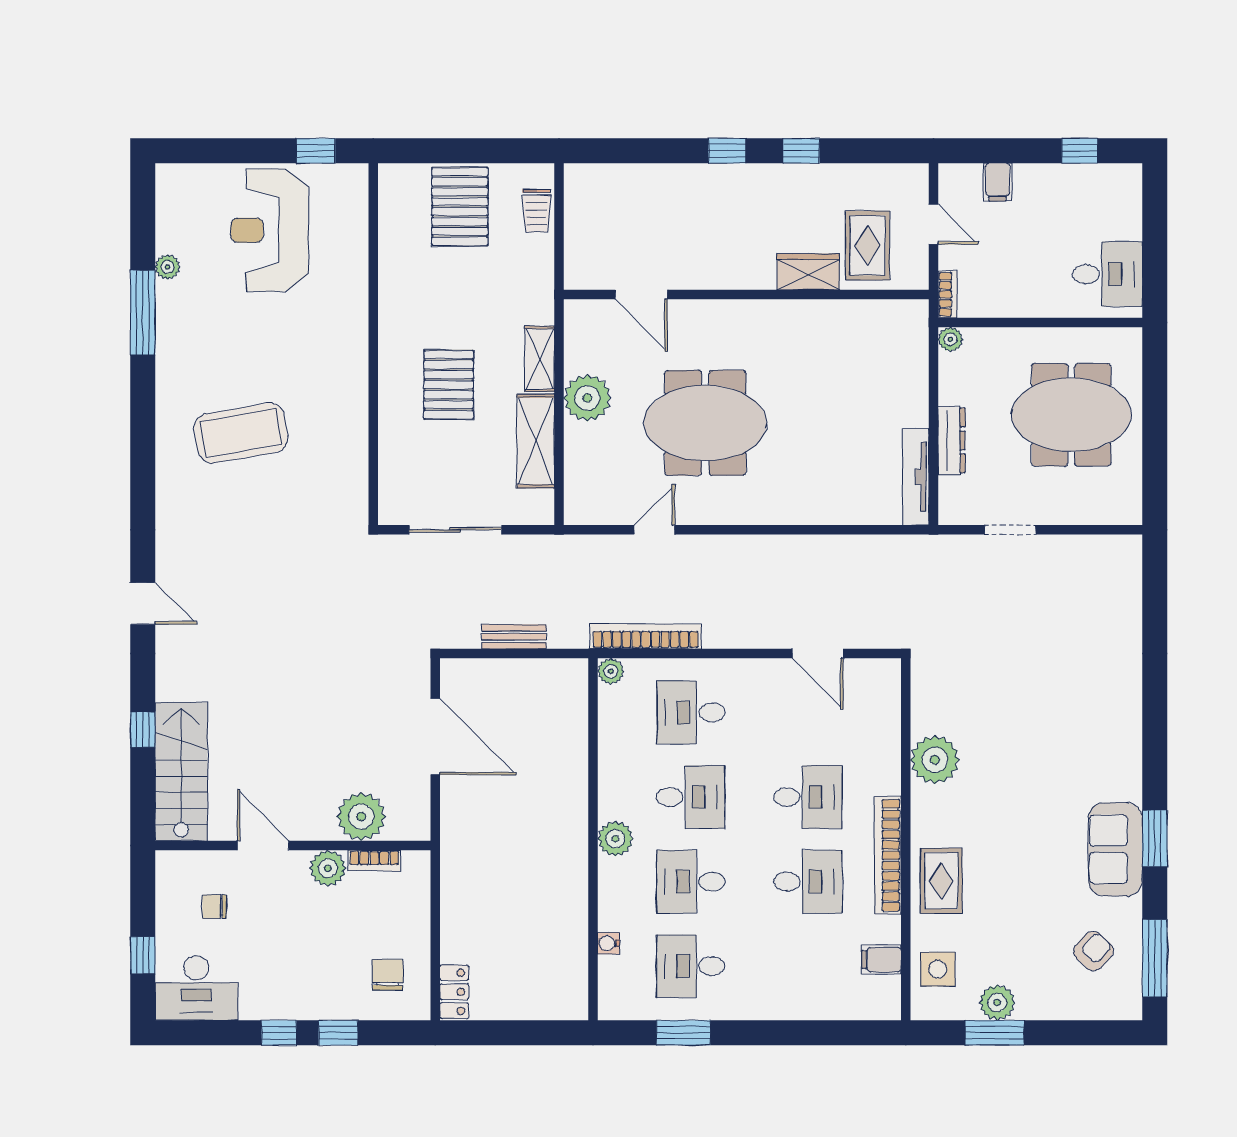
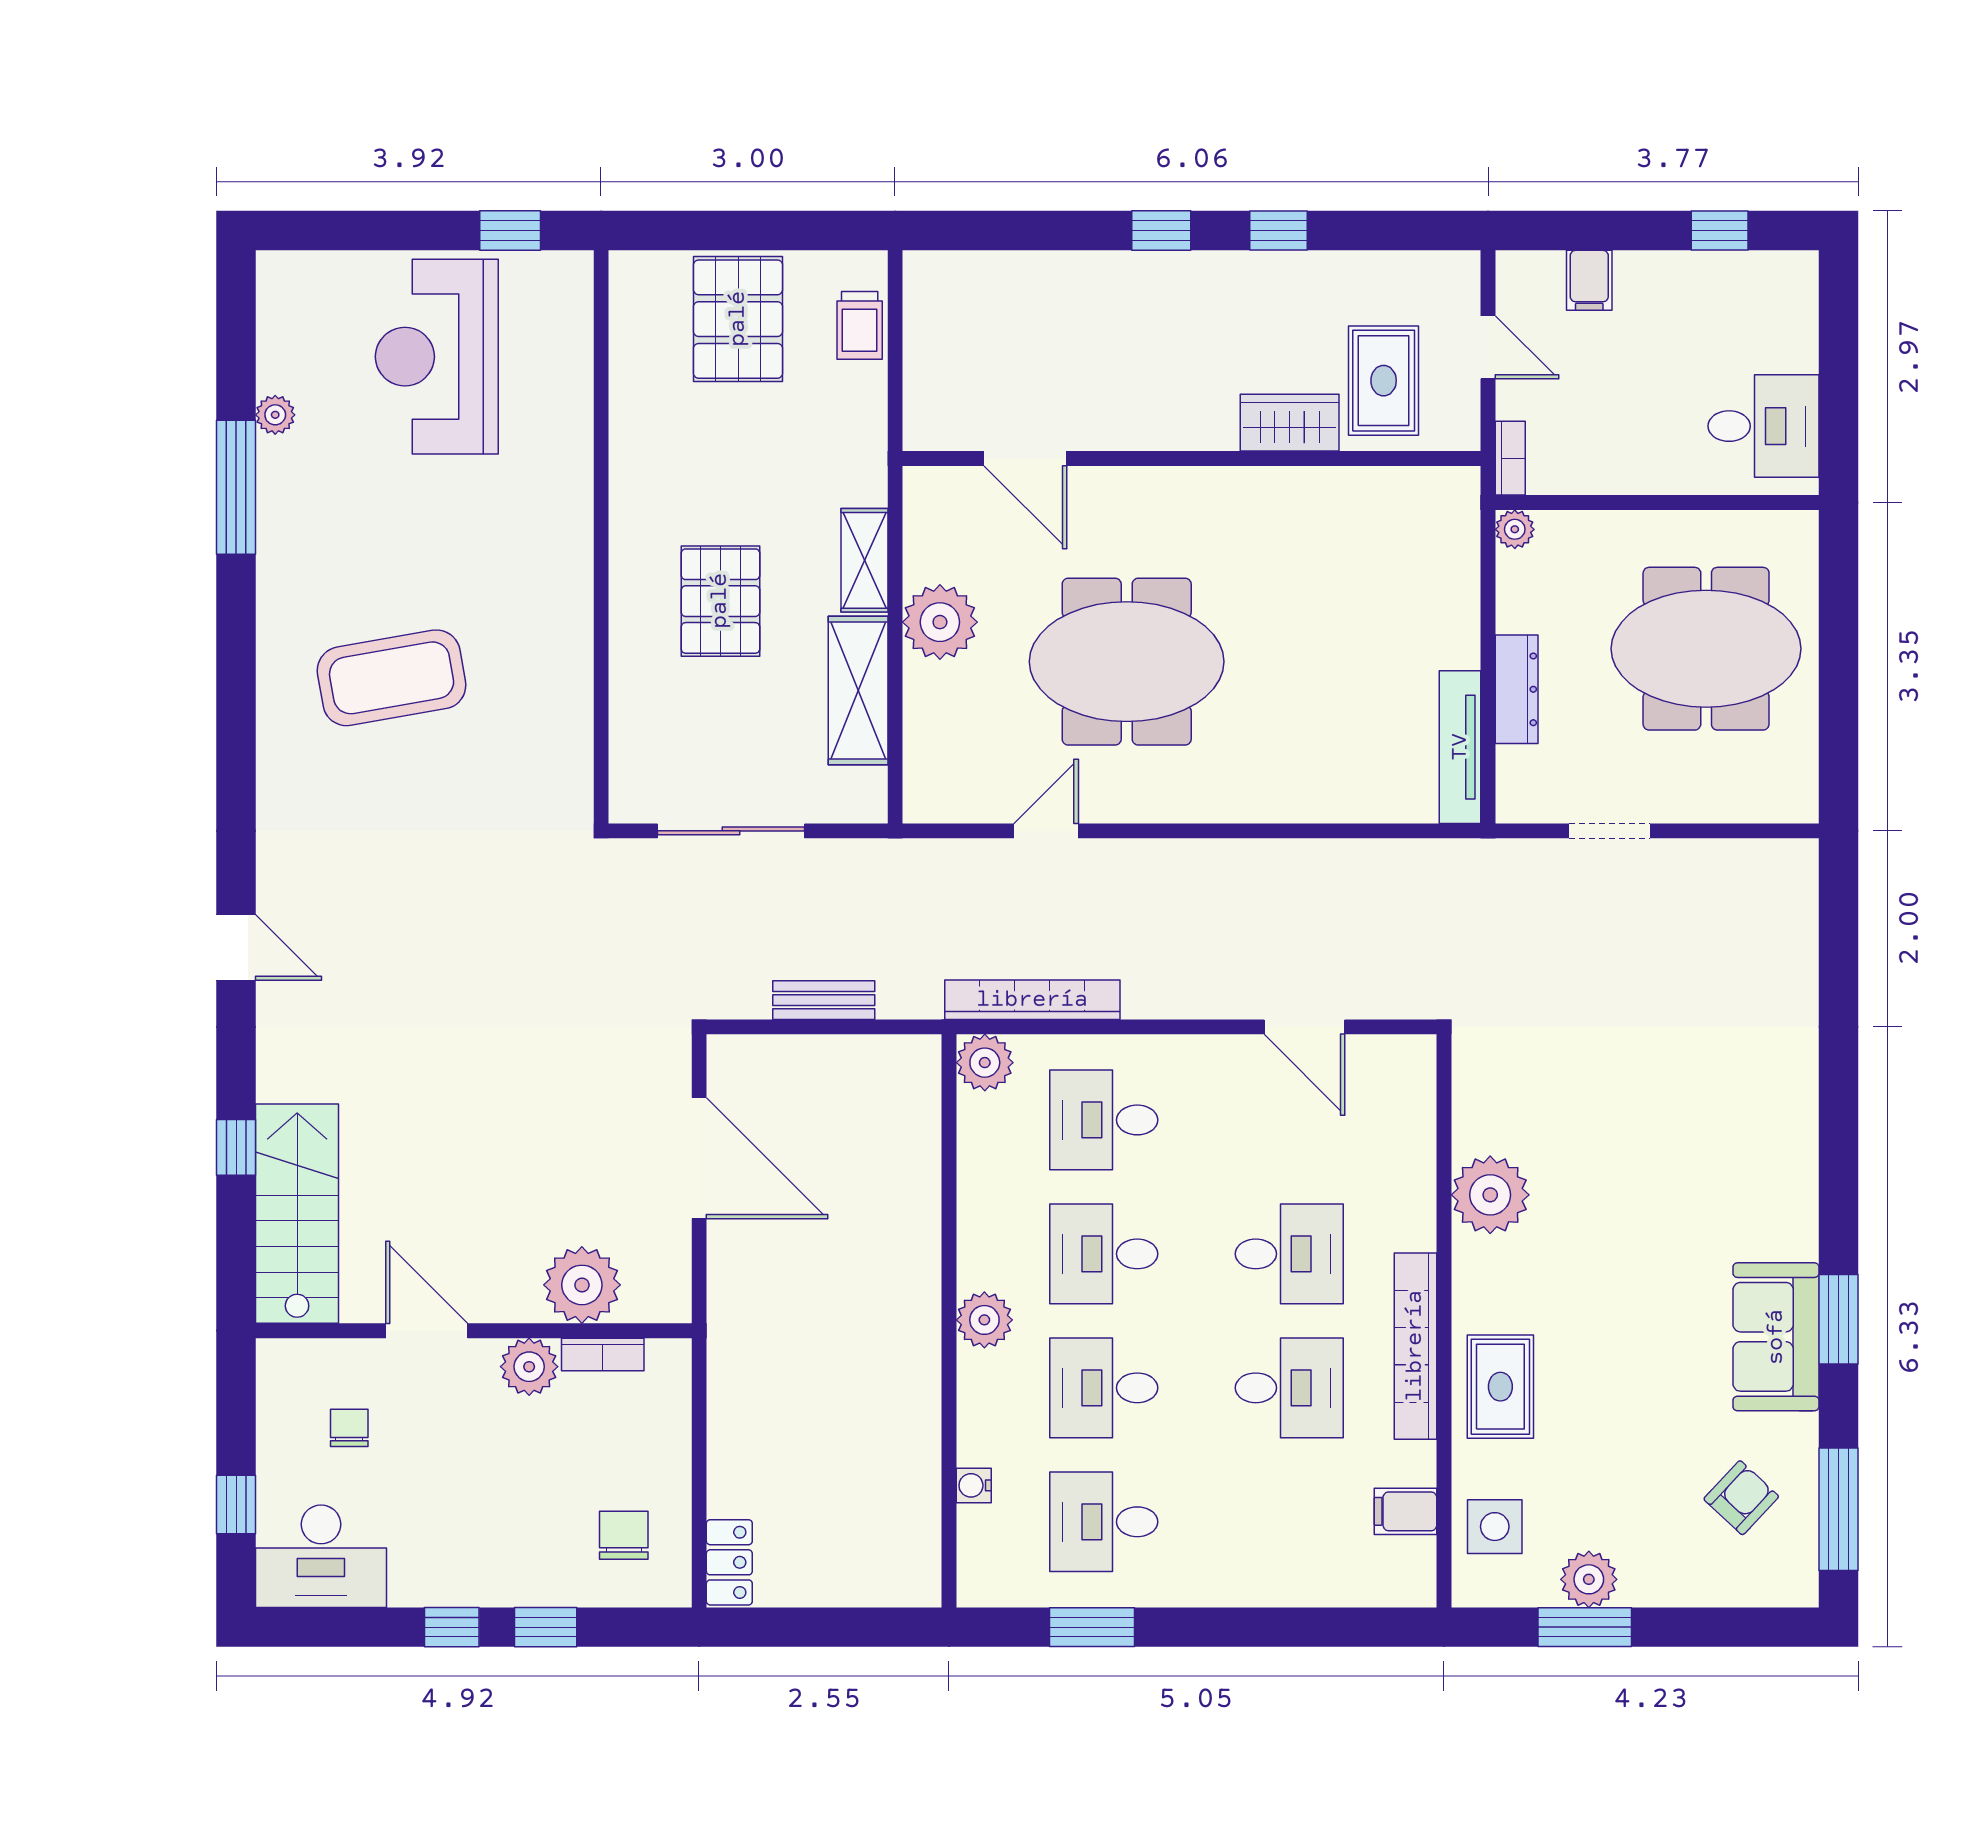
plant: (611, 671) -> (985, 1063), width x1.38, depth x1.38
desk: (691, 797) -> (1104, 1254), turned 180
chair: (214, 907) -> (349, 1428), turned 90

